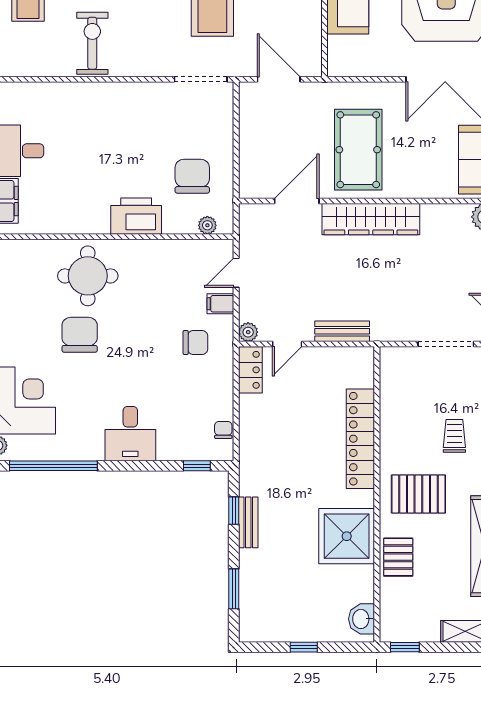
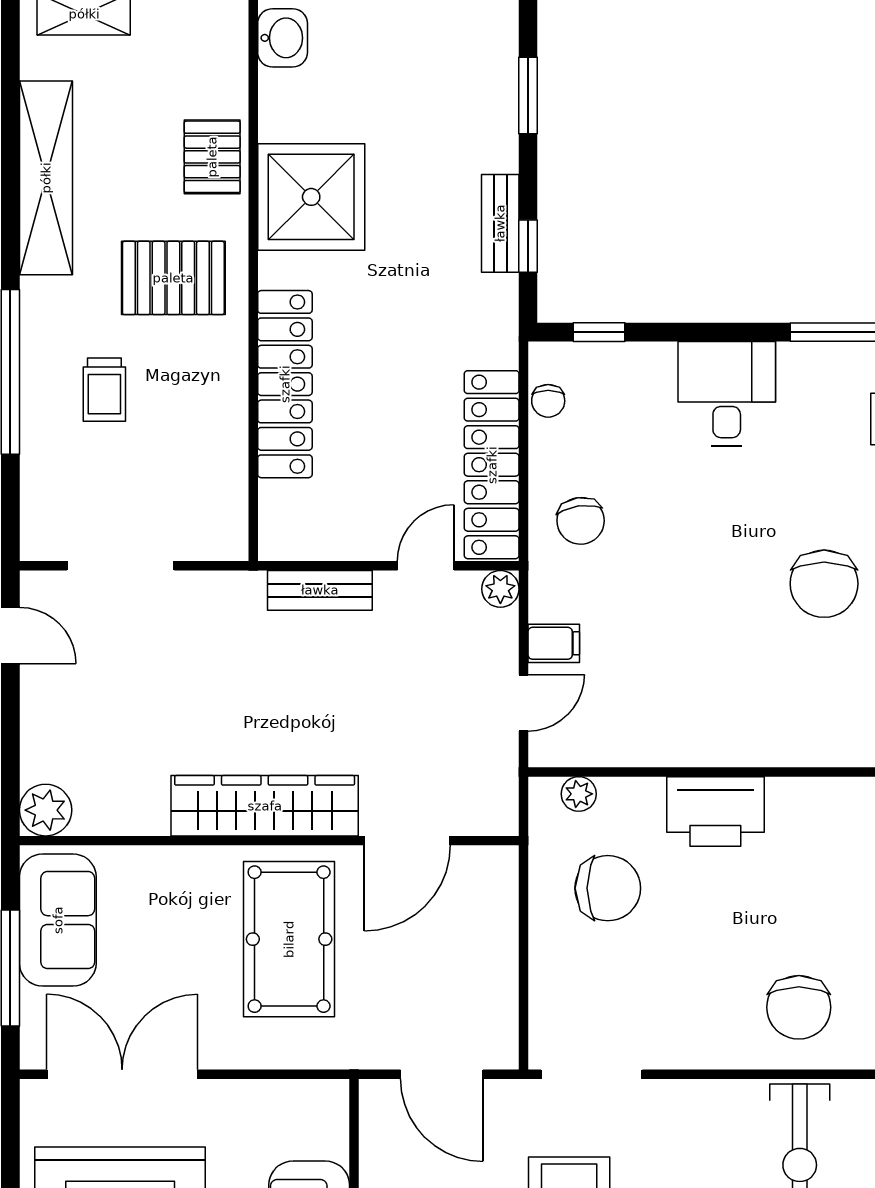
chair: (93, 114) -> (799, 1007), added
chair: (192, 176) -> (608, 888), turned -90
round table: (88, 276) -> (808, 697), removed
chair: (195, 342) -> (581, 521), moved, turned -98
locker: (250, 370) -> (492, 465), width x2.16, depth x1.21

